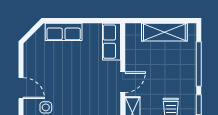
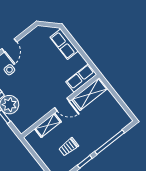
shelving: (164, 32) -> (90, 94), moved, turned 90

